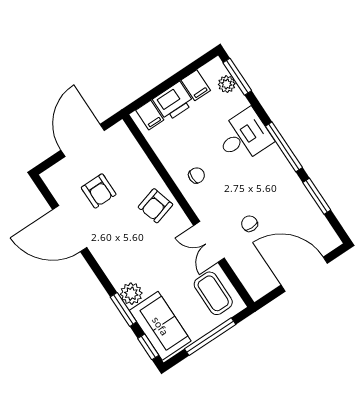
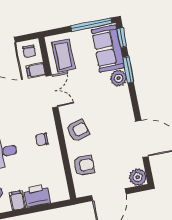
filing cabinet: (150, 115) -> (36, 70), moved, turned -90
plant: (55, 178) -> (138, 177), added
armchair: (99, 191) -> (84, 165), moved, turned 91
chair: (249, 224) -> (29, 51), moved
window: (210, 337) -> (91, 25), moved

